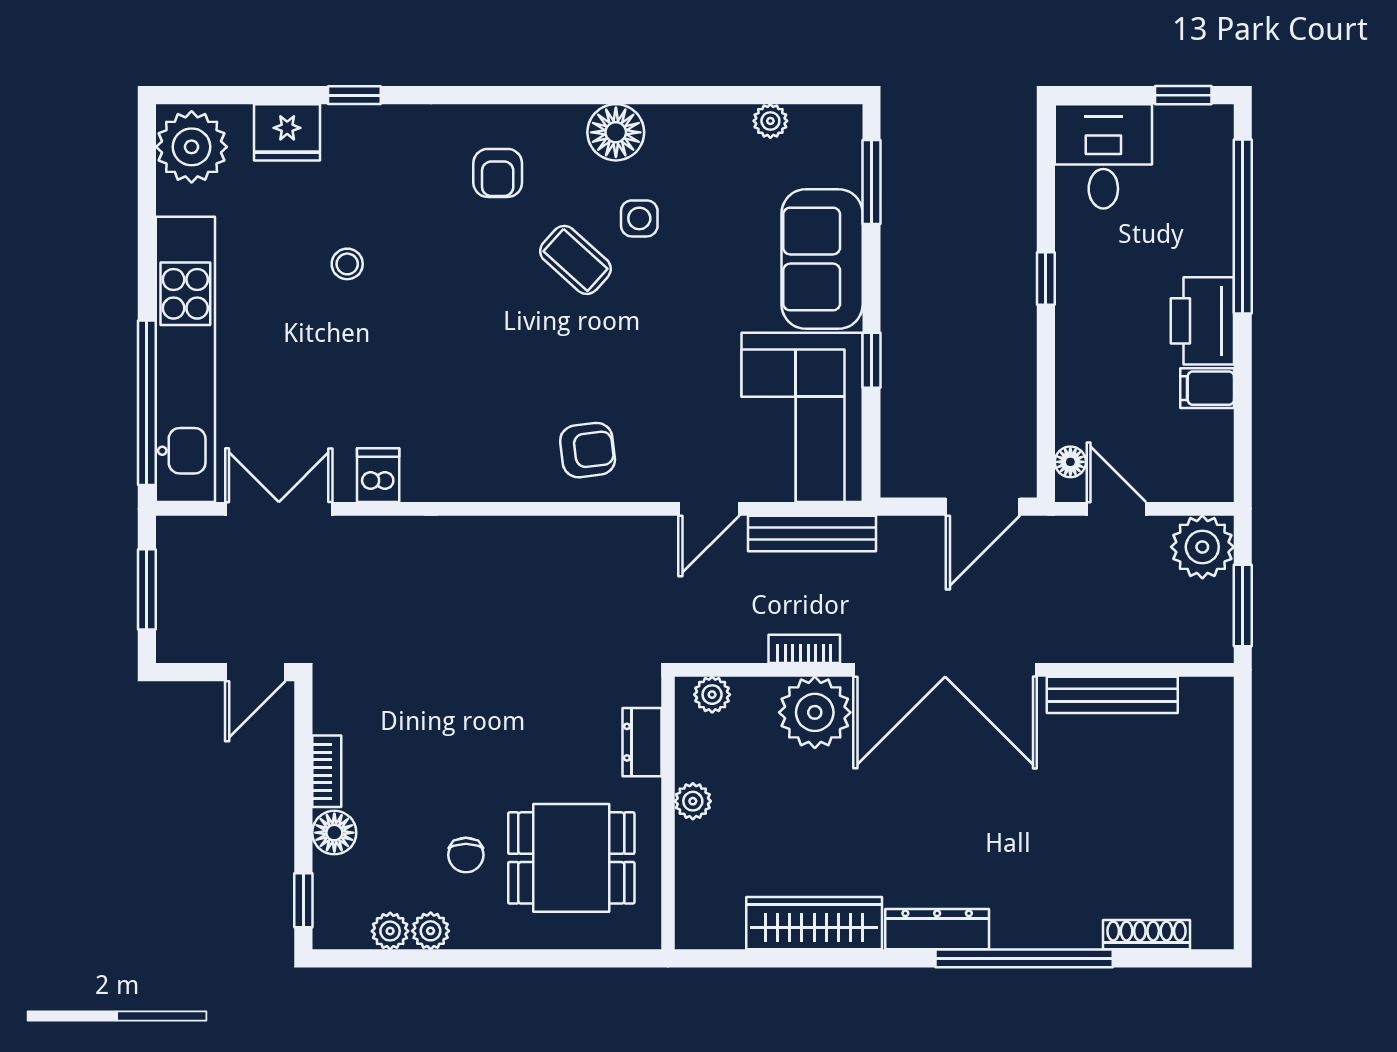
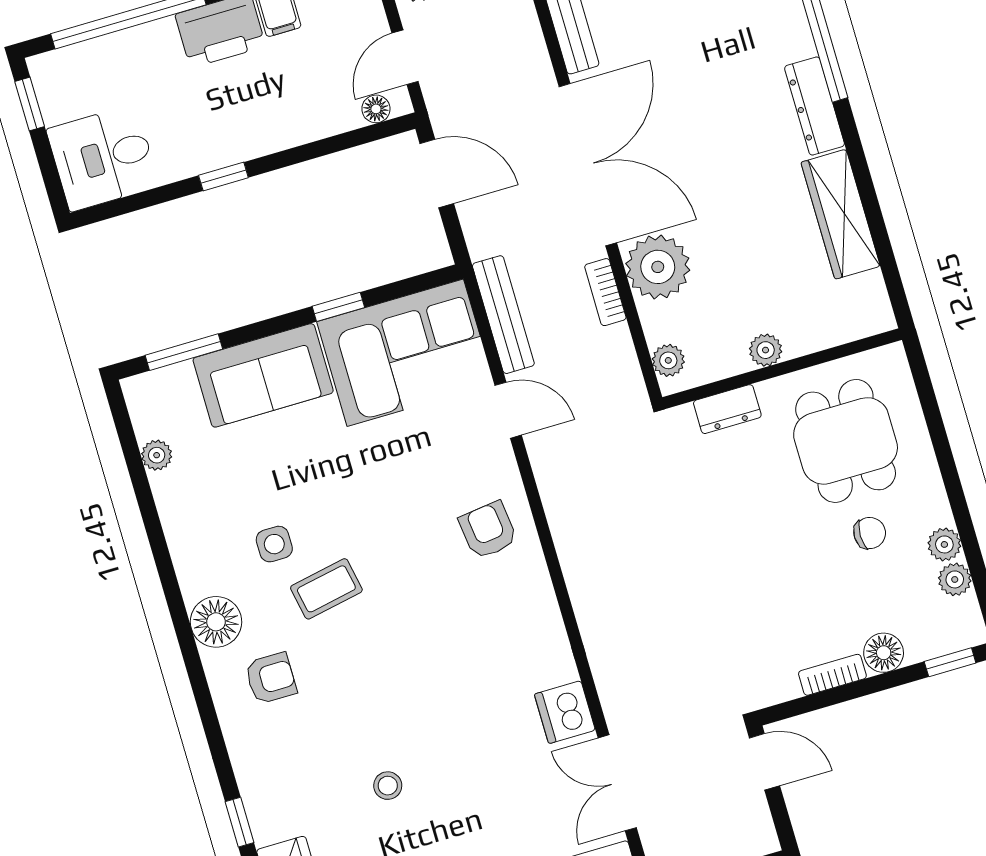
floor lamp: (616, 132) -> (216, 622), moved
coffee table: (575, 260) -> (326, 589), turned 37
dishwasher: (378, 475) -> (565, 712), width x1.38

